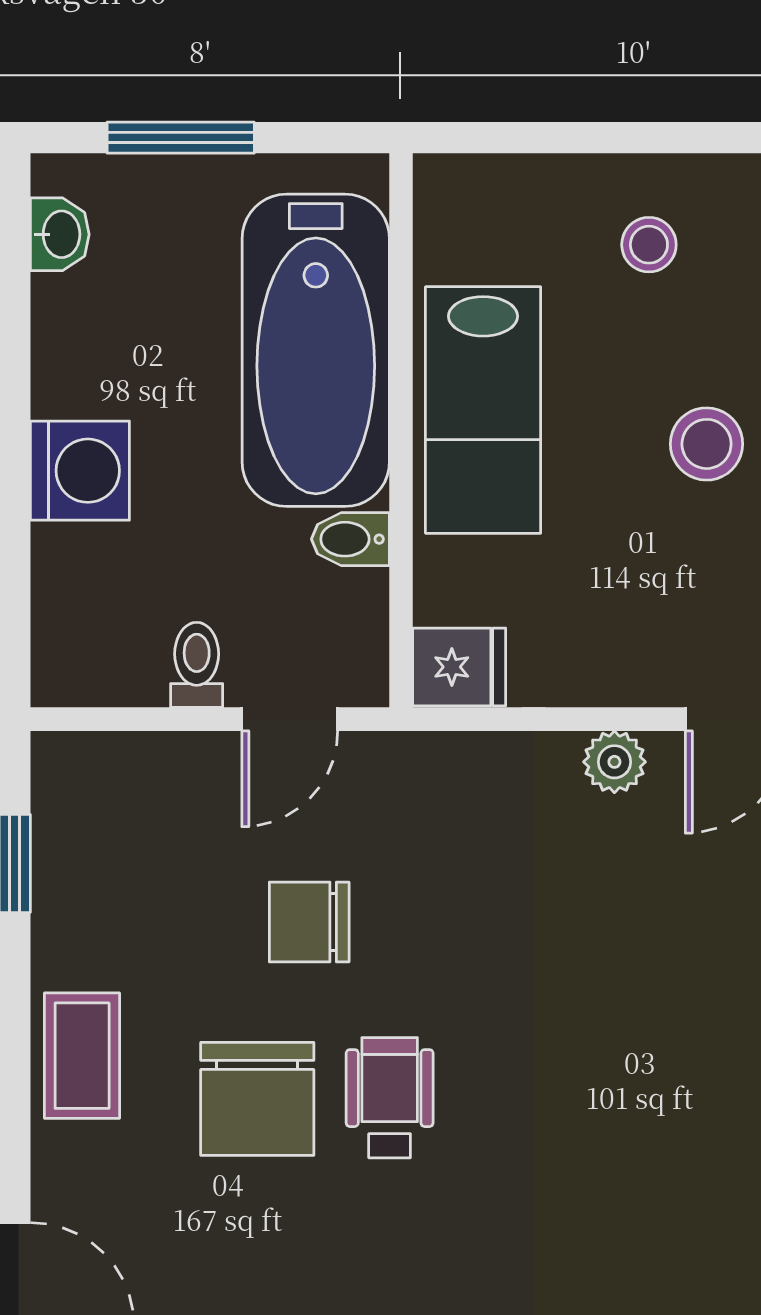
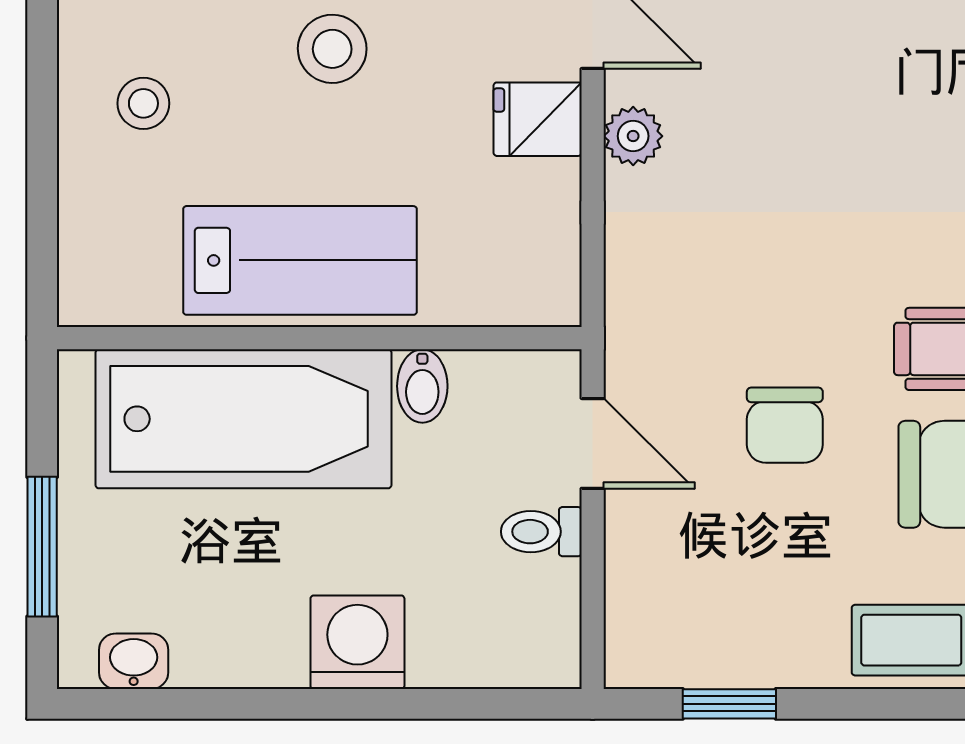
fridge: (459, 667) -> (538, 119), moved, turned -90

